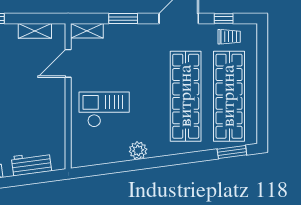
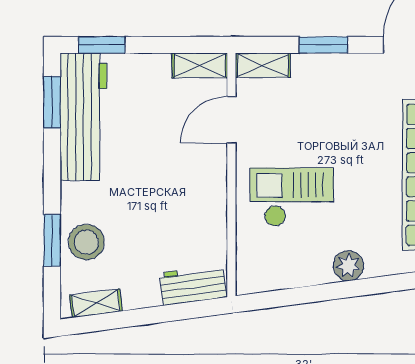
shelving: (35, 31) -> (200, 65), moved
workbench: (31, 164) -> (193, 285), moved

